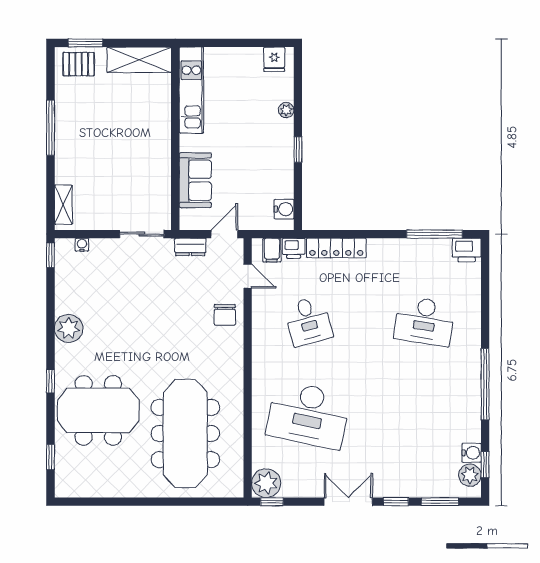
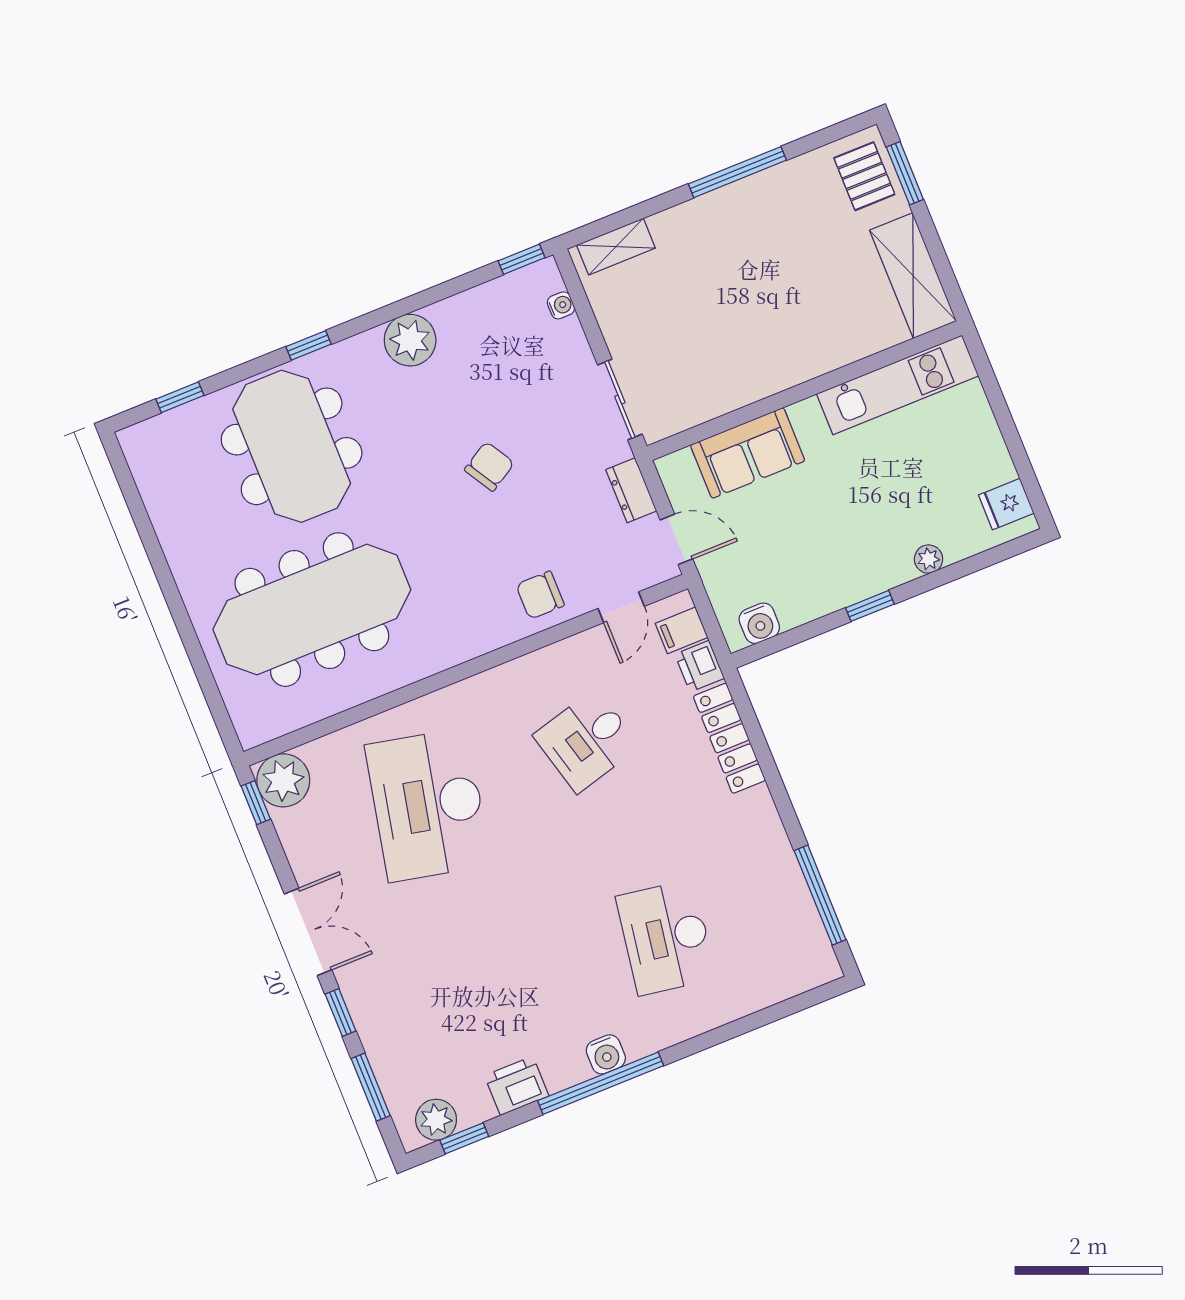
printer: (467, 250) -> (517, 1086), moved, turned 90
chair: (149, 314) -> (489, 466), added
water cooler: (472, 453) -> (606, 1054), moved

